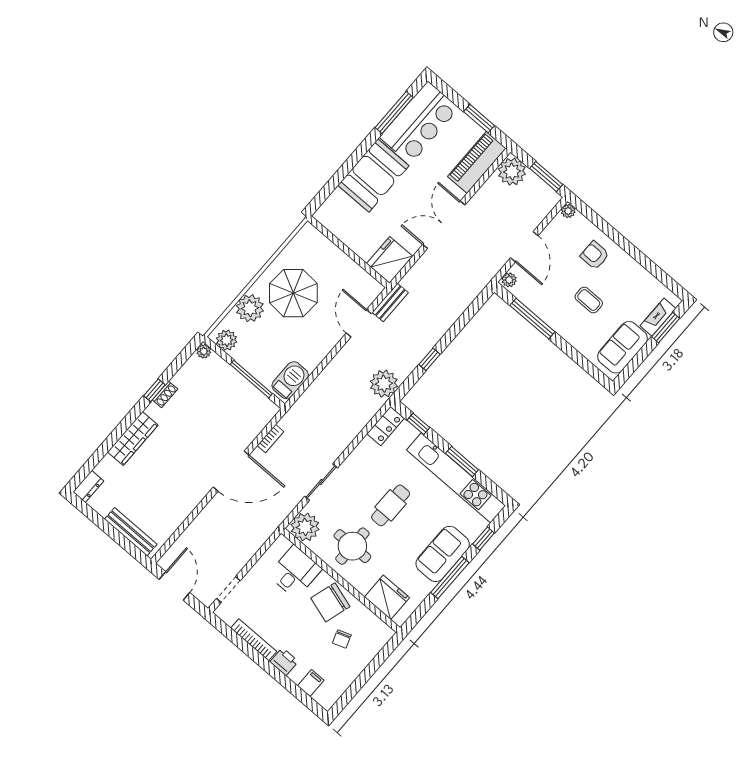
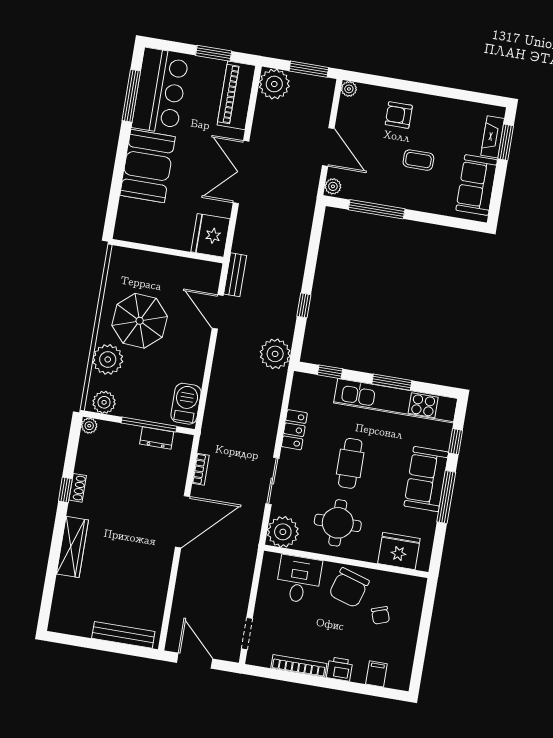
locker: (386, 426) -> (294, 430), moved
dresser: (88, 486) -> (157, 438), moved, turned 90

